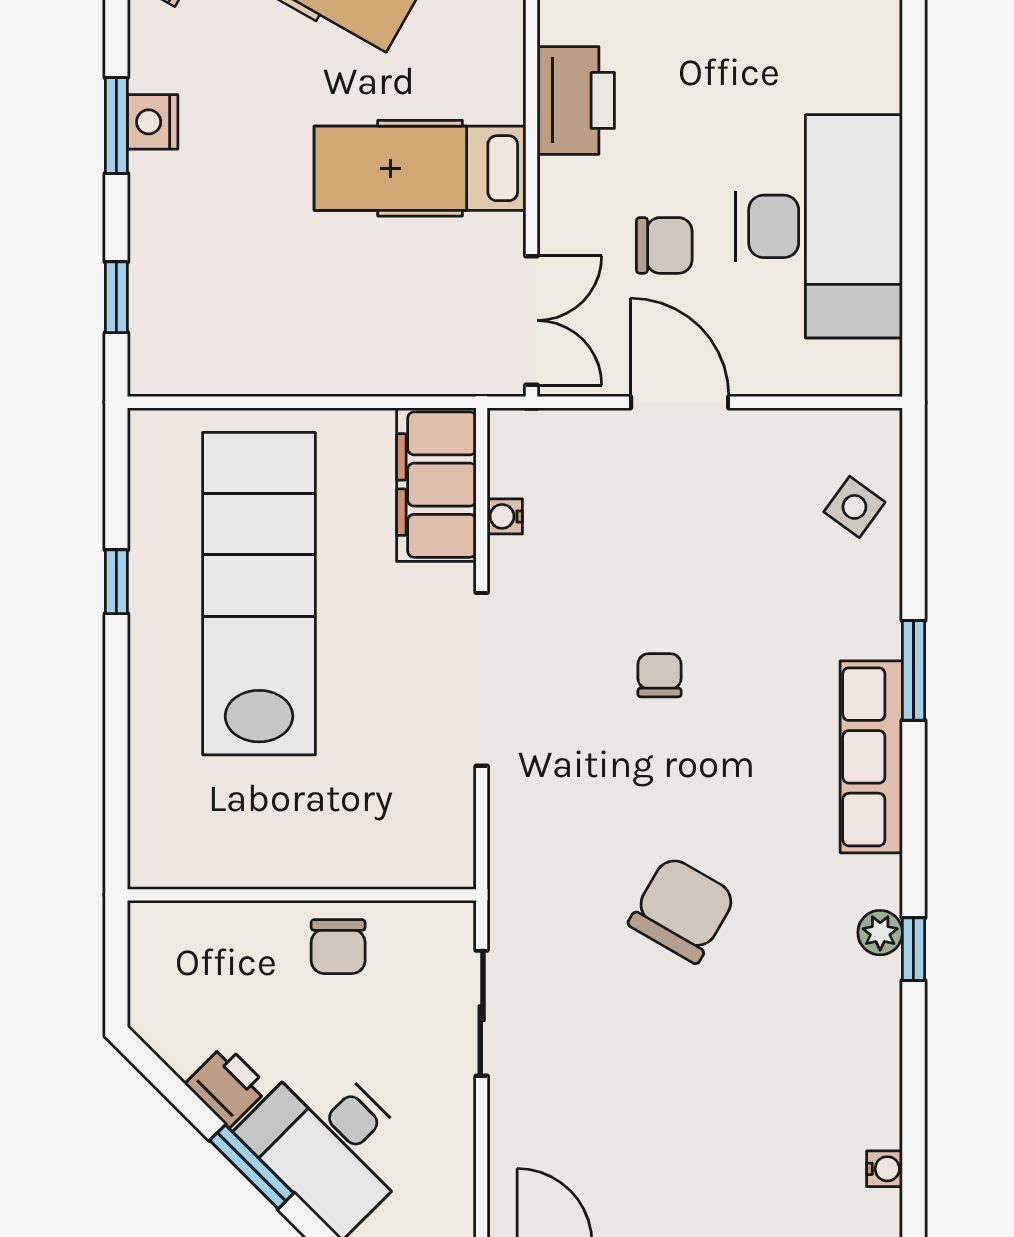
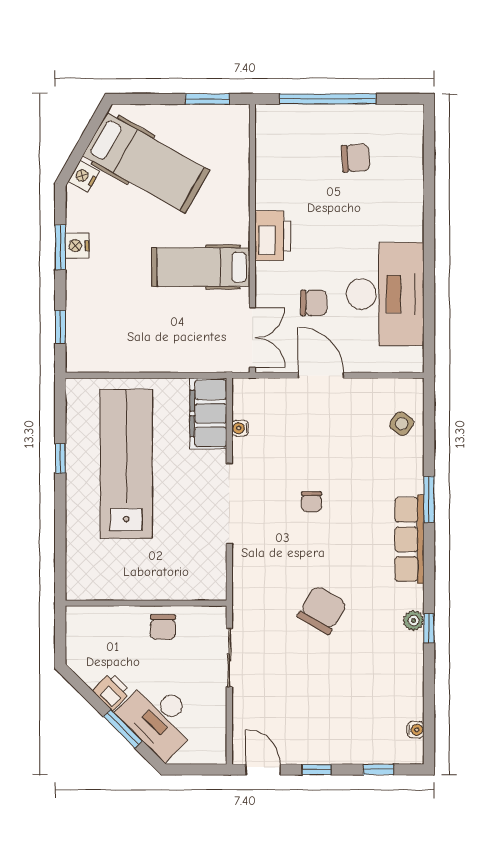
chair: (660, 675) -> (312, 502), turned 180

